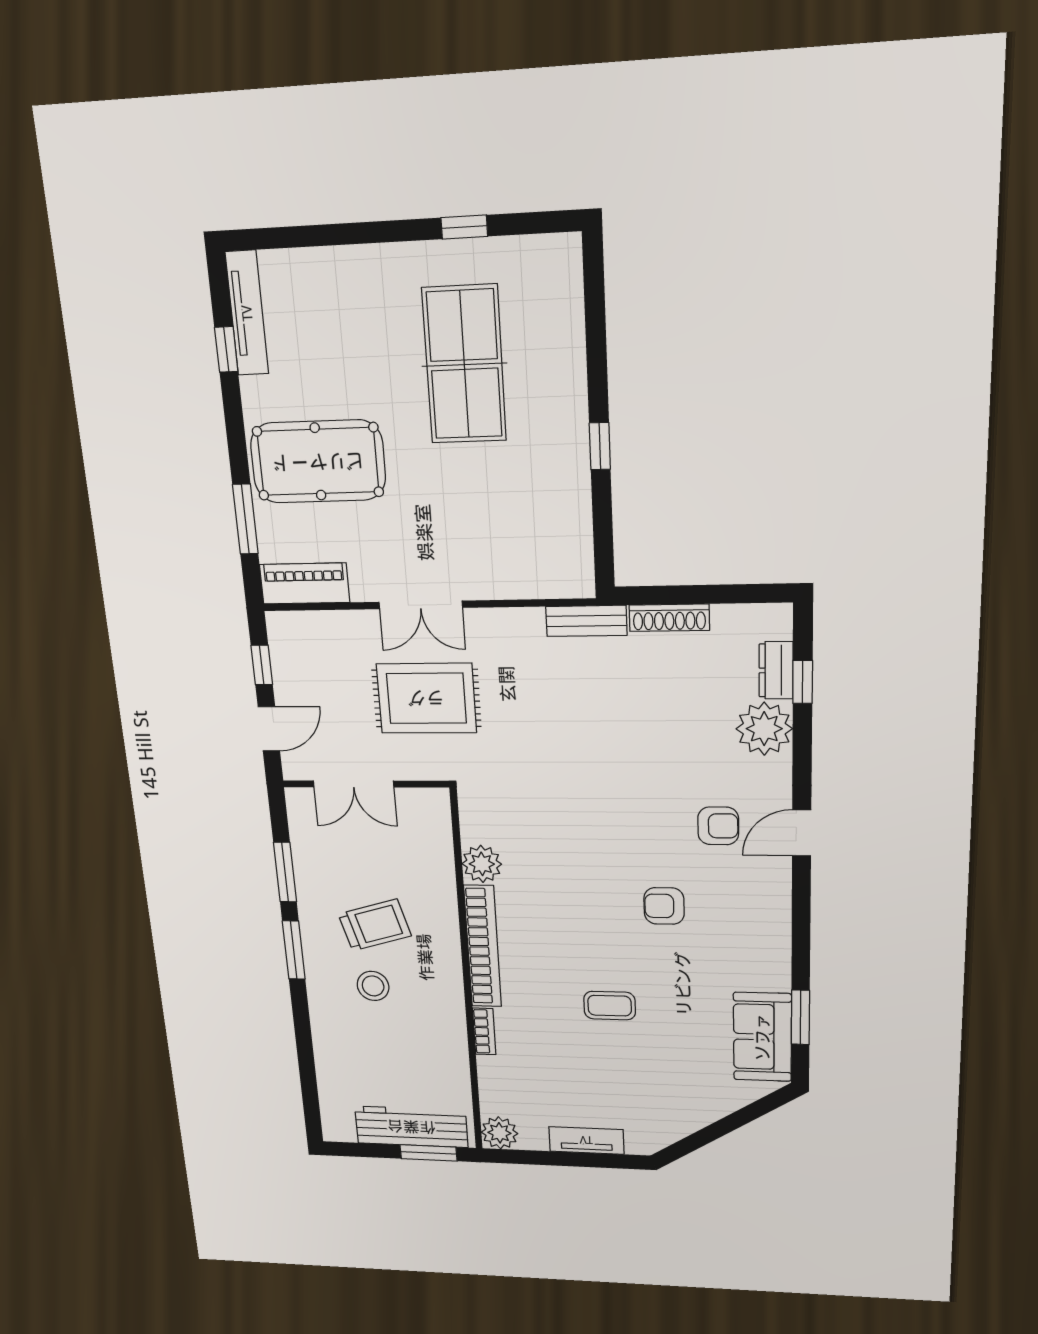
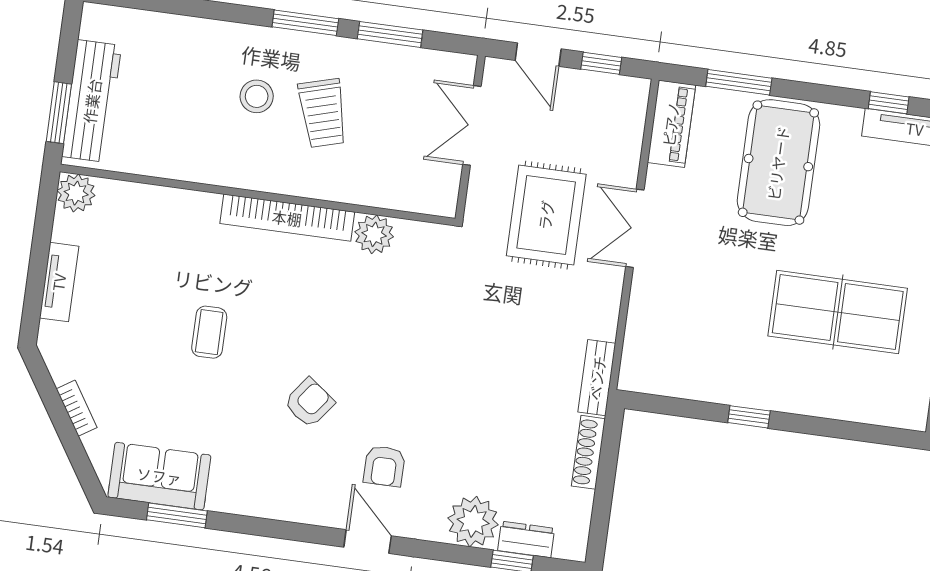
armchair: (664, 906) -> (309, 403), turned 37
bookcase: (484, 1031) -> (77, 408), moved, turned -123

